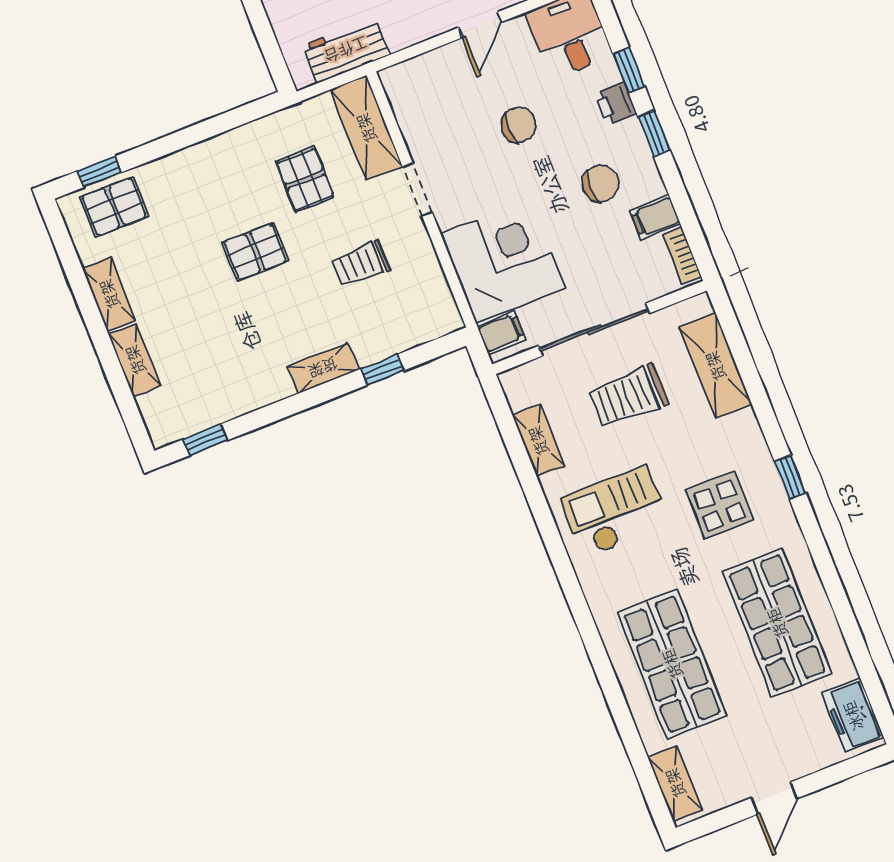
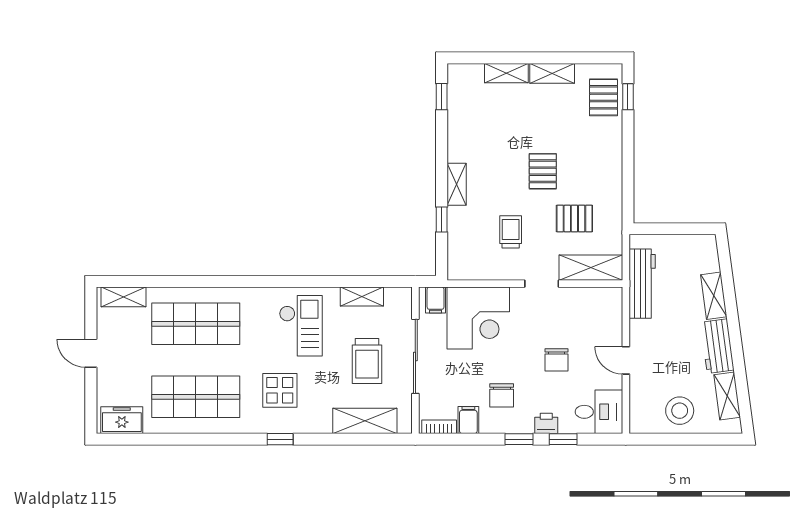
workbench: (346, 50) -> (642, 284), width x1.37
trolley: (628, 397) -> (367, 361), turned 180

